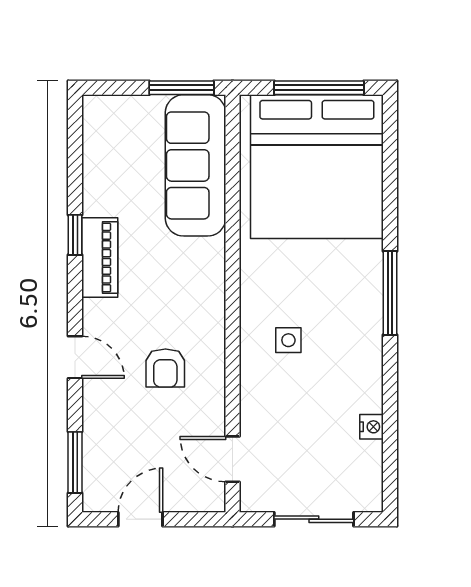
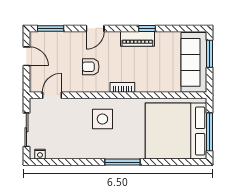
window: (181, 88) -> (209, 54), moved
sofa: (196, 165) -> (194, 62), moved, turned -90
bookcase: (214, 293) -> (122, 87), added
side table: (288, 340) -> (102, 119), width x1.87, depth x1.87
nightstand: (372, 427) -> (40, 154), moved

